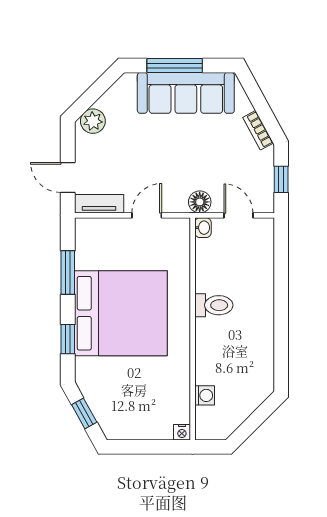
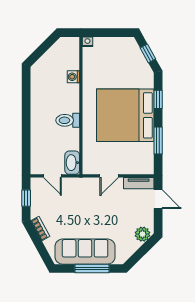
floor lamp: (200, 202) -> (76, 184), removed
washbasin: (203, 228) -> (72, 163), width x1.91, depth x1.45
washing machine: (205, 395) -> (73, 77), moved

